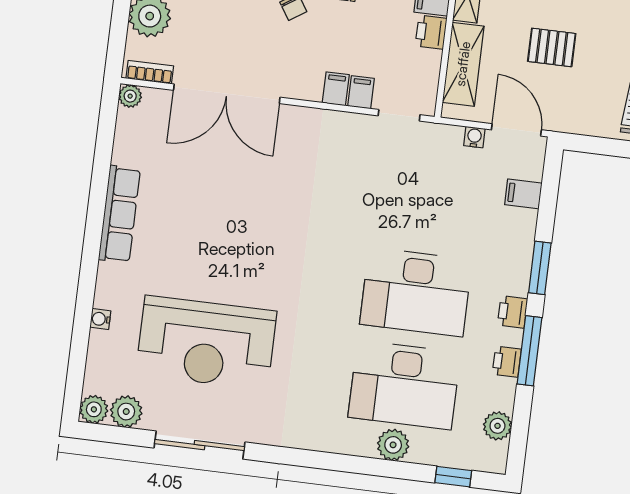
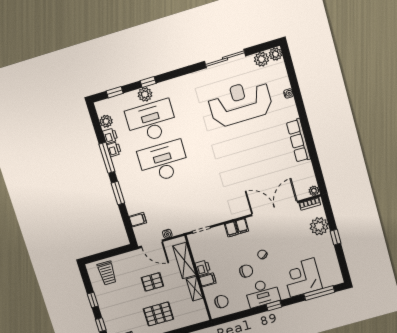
filing cabinet: (361, 92) -> (242, 226), moved
printer: (513, 312) -> (110, 136), moved
window: (376, 467) -> (148, 82), added

